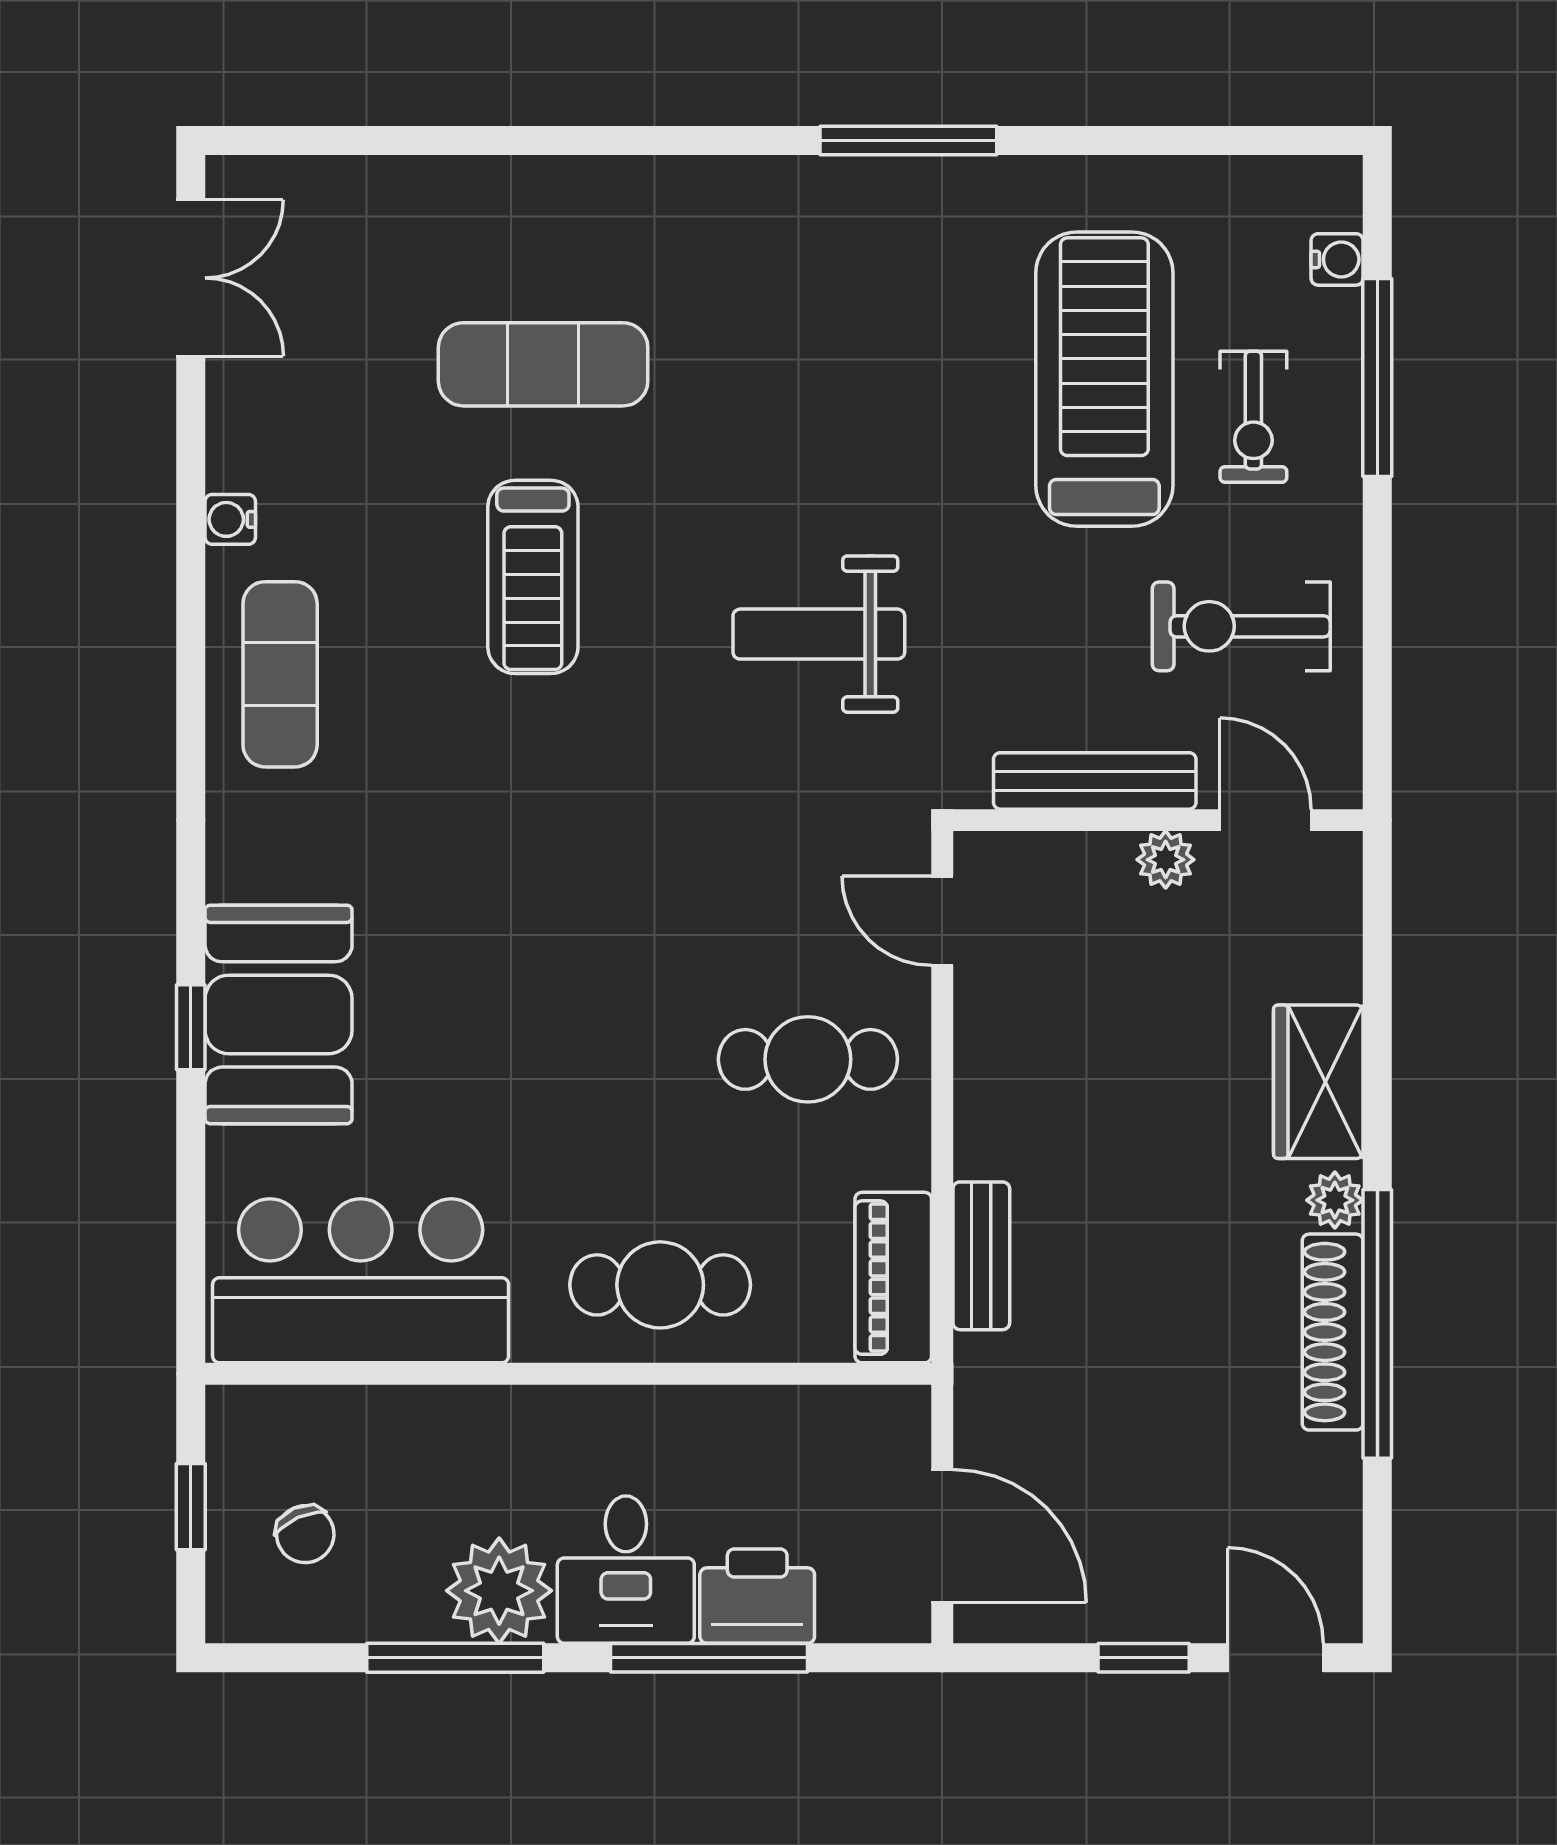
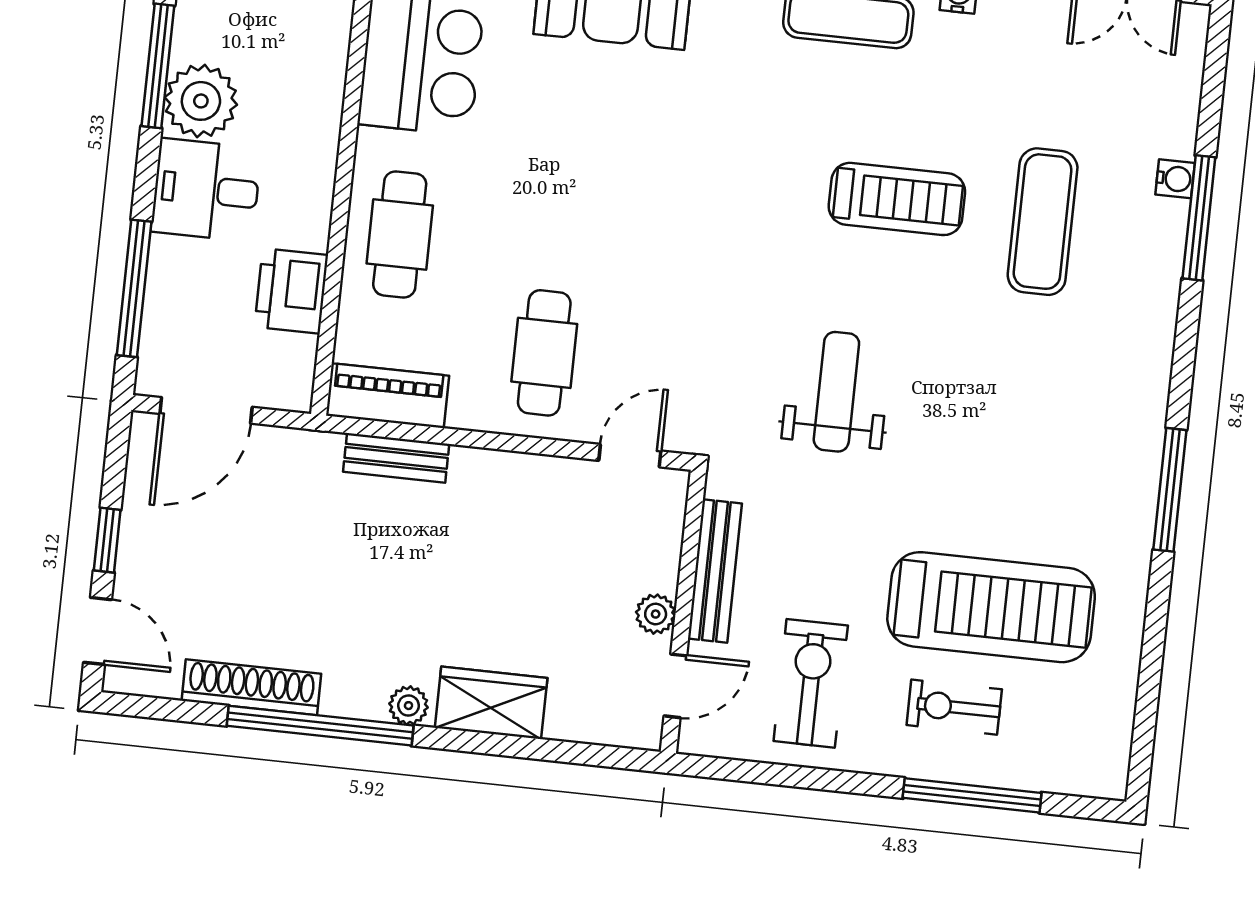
window: (514, 141) -> (1199, 218), added
water cooler: (1337, 259) -> (1175, 179), moved, turned -90
treadmill: (533, 577) -> (897, 199), turned 180
shoe rack: (1333, 1332) -> (251, 687), moved
printer: (757, 1596) -> (291, 291), moved, turned 180
window: (709, 1658) -> (134, 288), moved
door: (1275, 1658) -> (98, 631), hinge flipped

